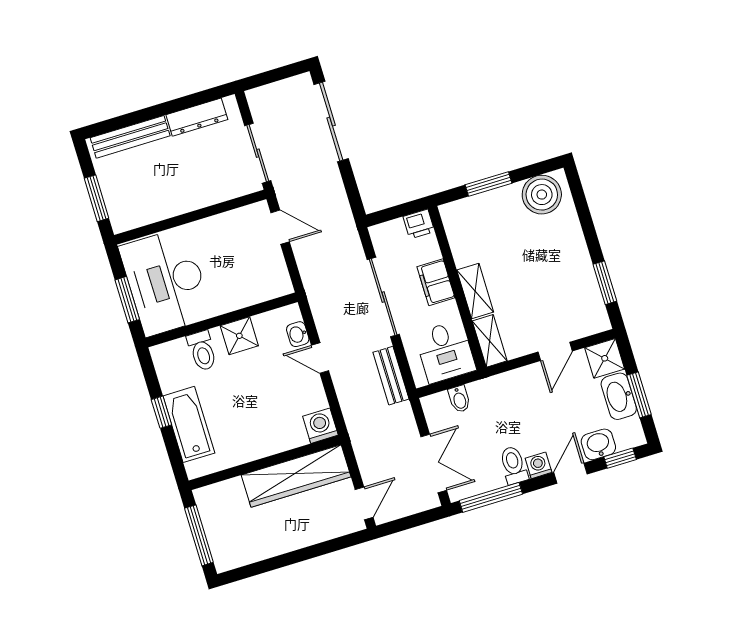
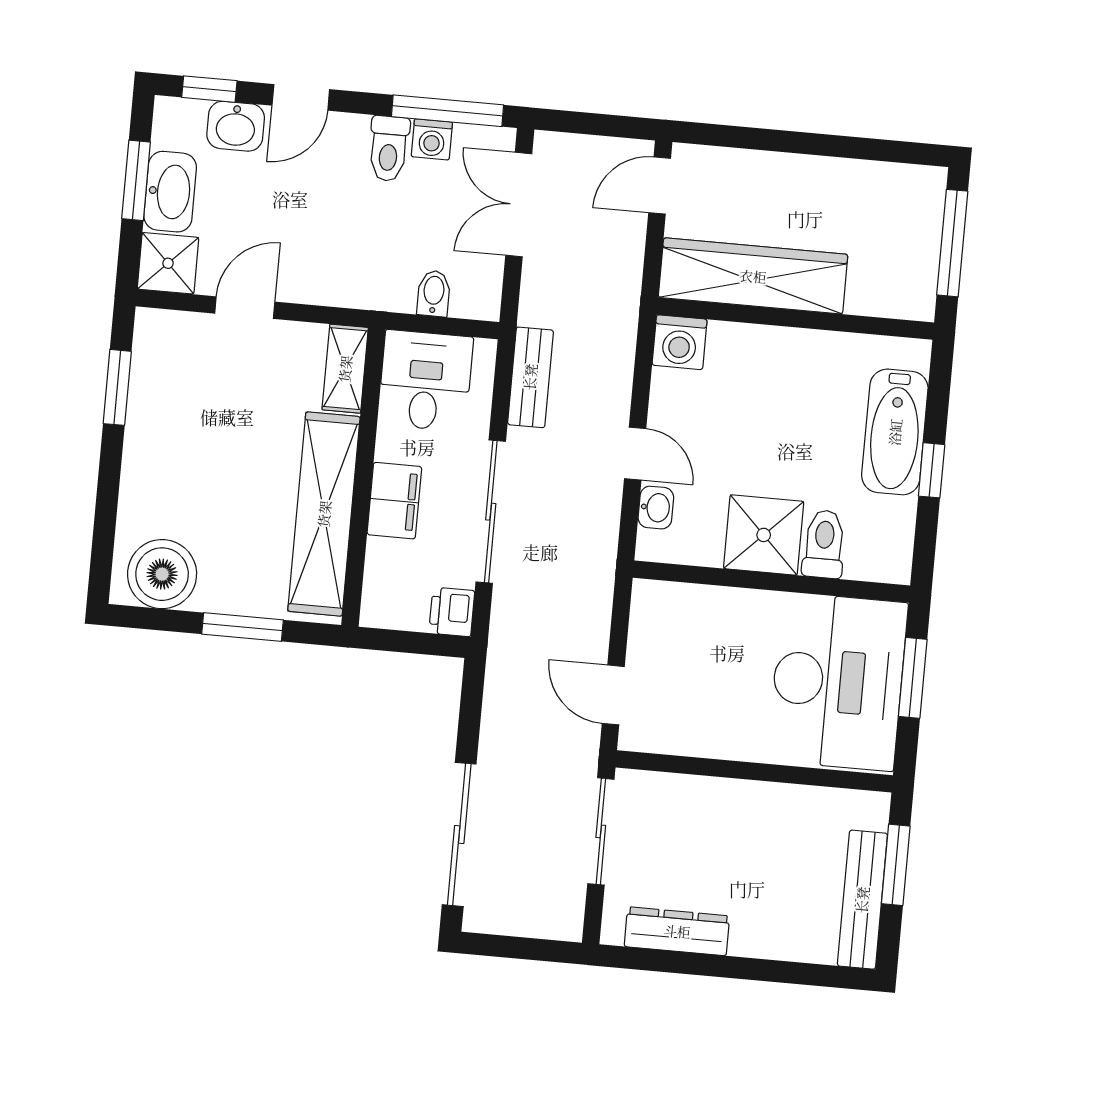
bench: (130, 137) -> (862, 900), moved, turned 90
printer: (419, 224) -> (452, 612), moved, turned -90
shelving: (475, 291) -> (324, 514), width x2.20, depth x1.33
shower: (239, 336) -> (764, 535), width x1.36, depth x1.36
washing machine: (538, 465) -> (432, 139), moved

